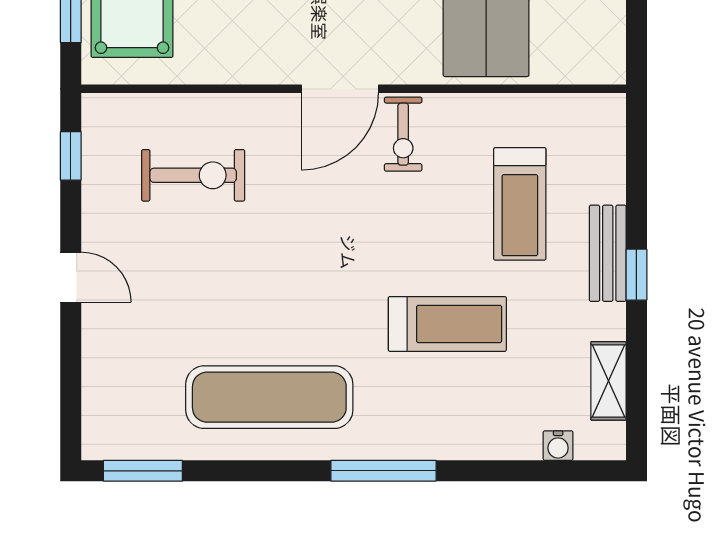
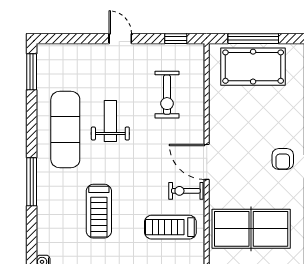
treadmill: (520, 204) -> (170, 227), moved
door: (71, 277) -> (120, 39), swing flipped
weight bench: (251, 299) -> (110, 121), added

